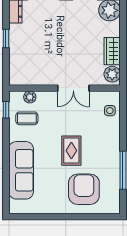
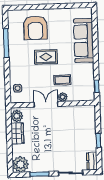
plant: (30, 97) -> (63, 97), moved
coffee table: (27, 118) -> (62, 80), moved
rug: (71, 151) -> (46, 57), turned 90

